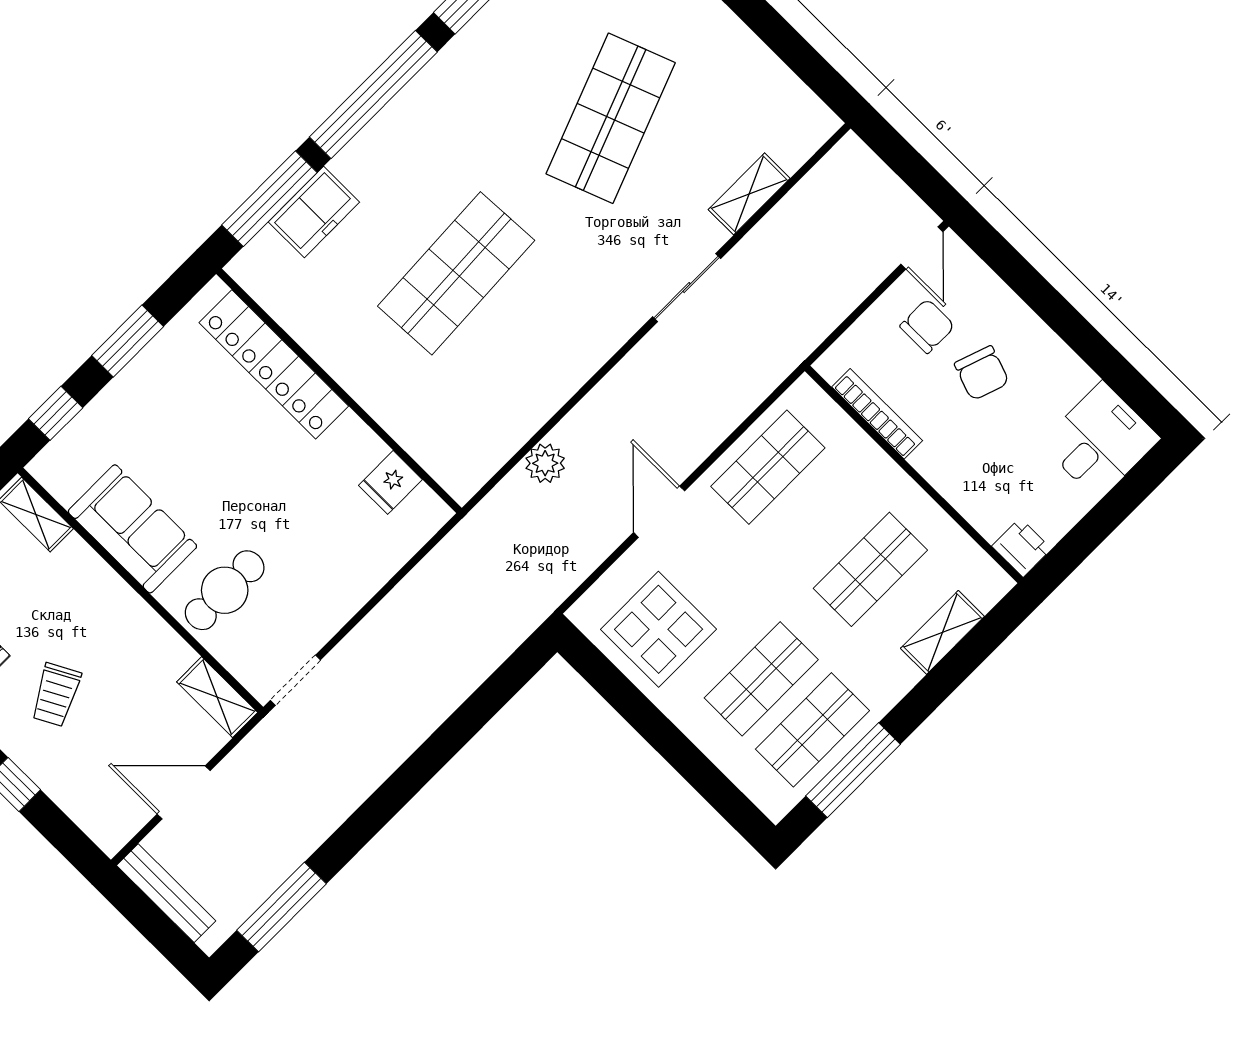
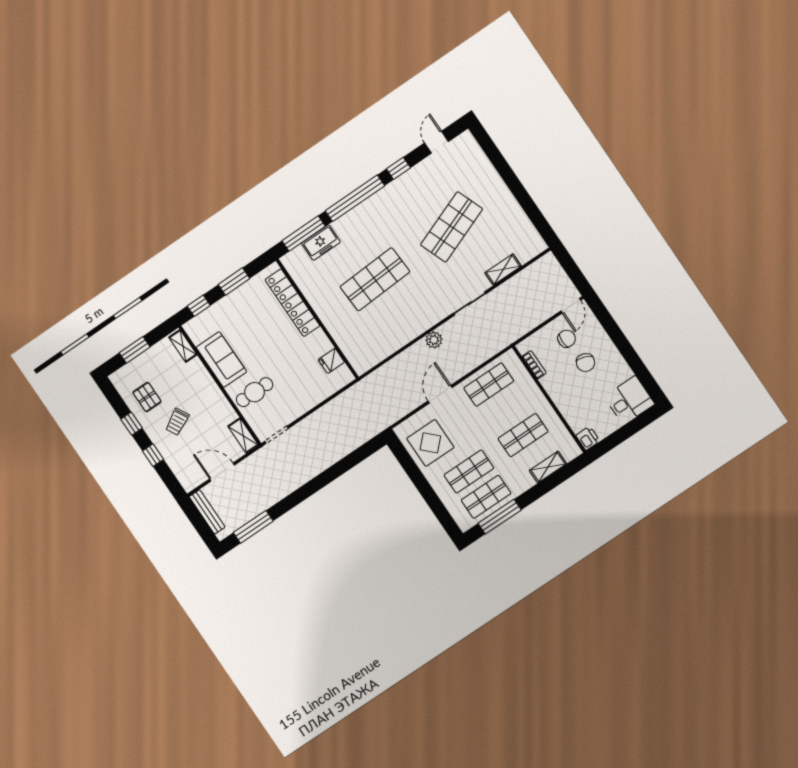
bookcase: (877, 414) -> (534, 365), width x0.64
plant: (545, 463) -> (434, 340), moved

